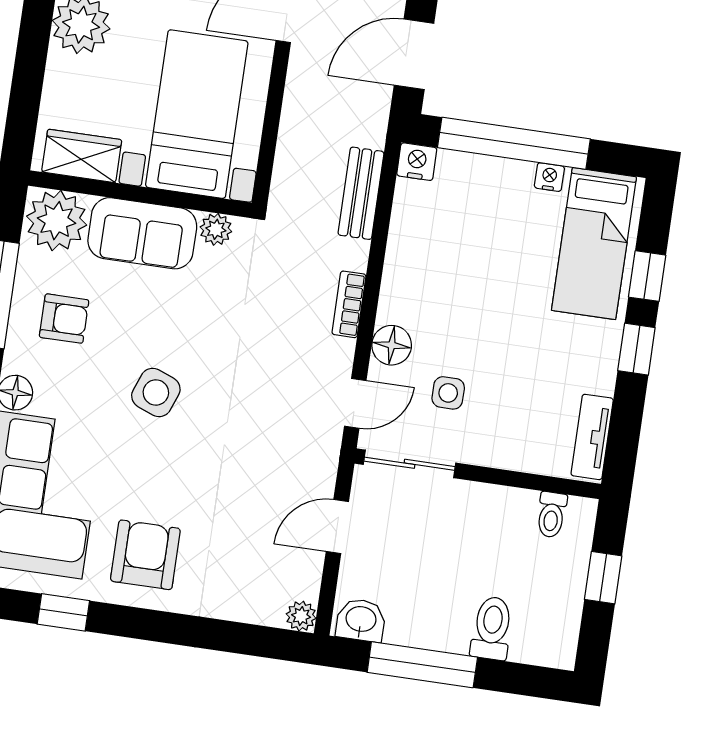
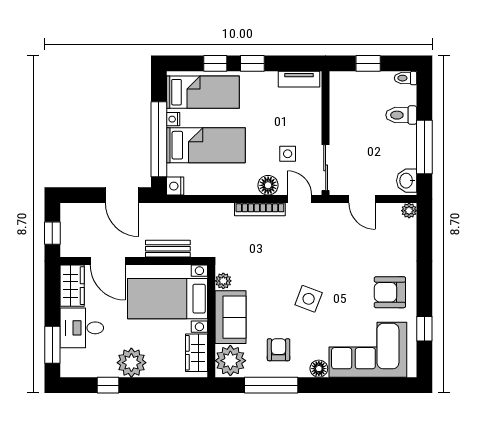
bench: (361, 193) -> (168, 249), moved
bed: (489, 234) -> (206, 145), added
bookcase: (349, 304) -> (260, 209), width x1.56
toilet: (552, 515) -> (406, 78), moved, turned 180

